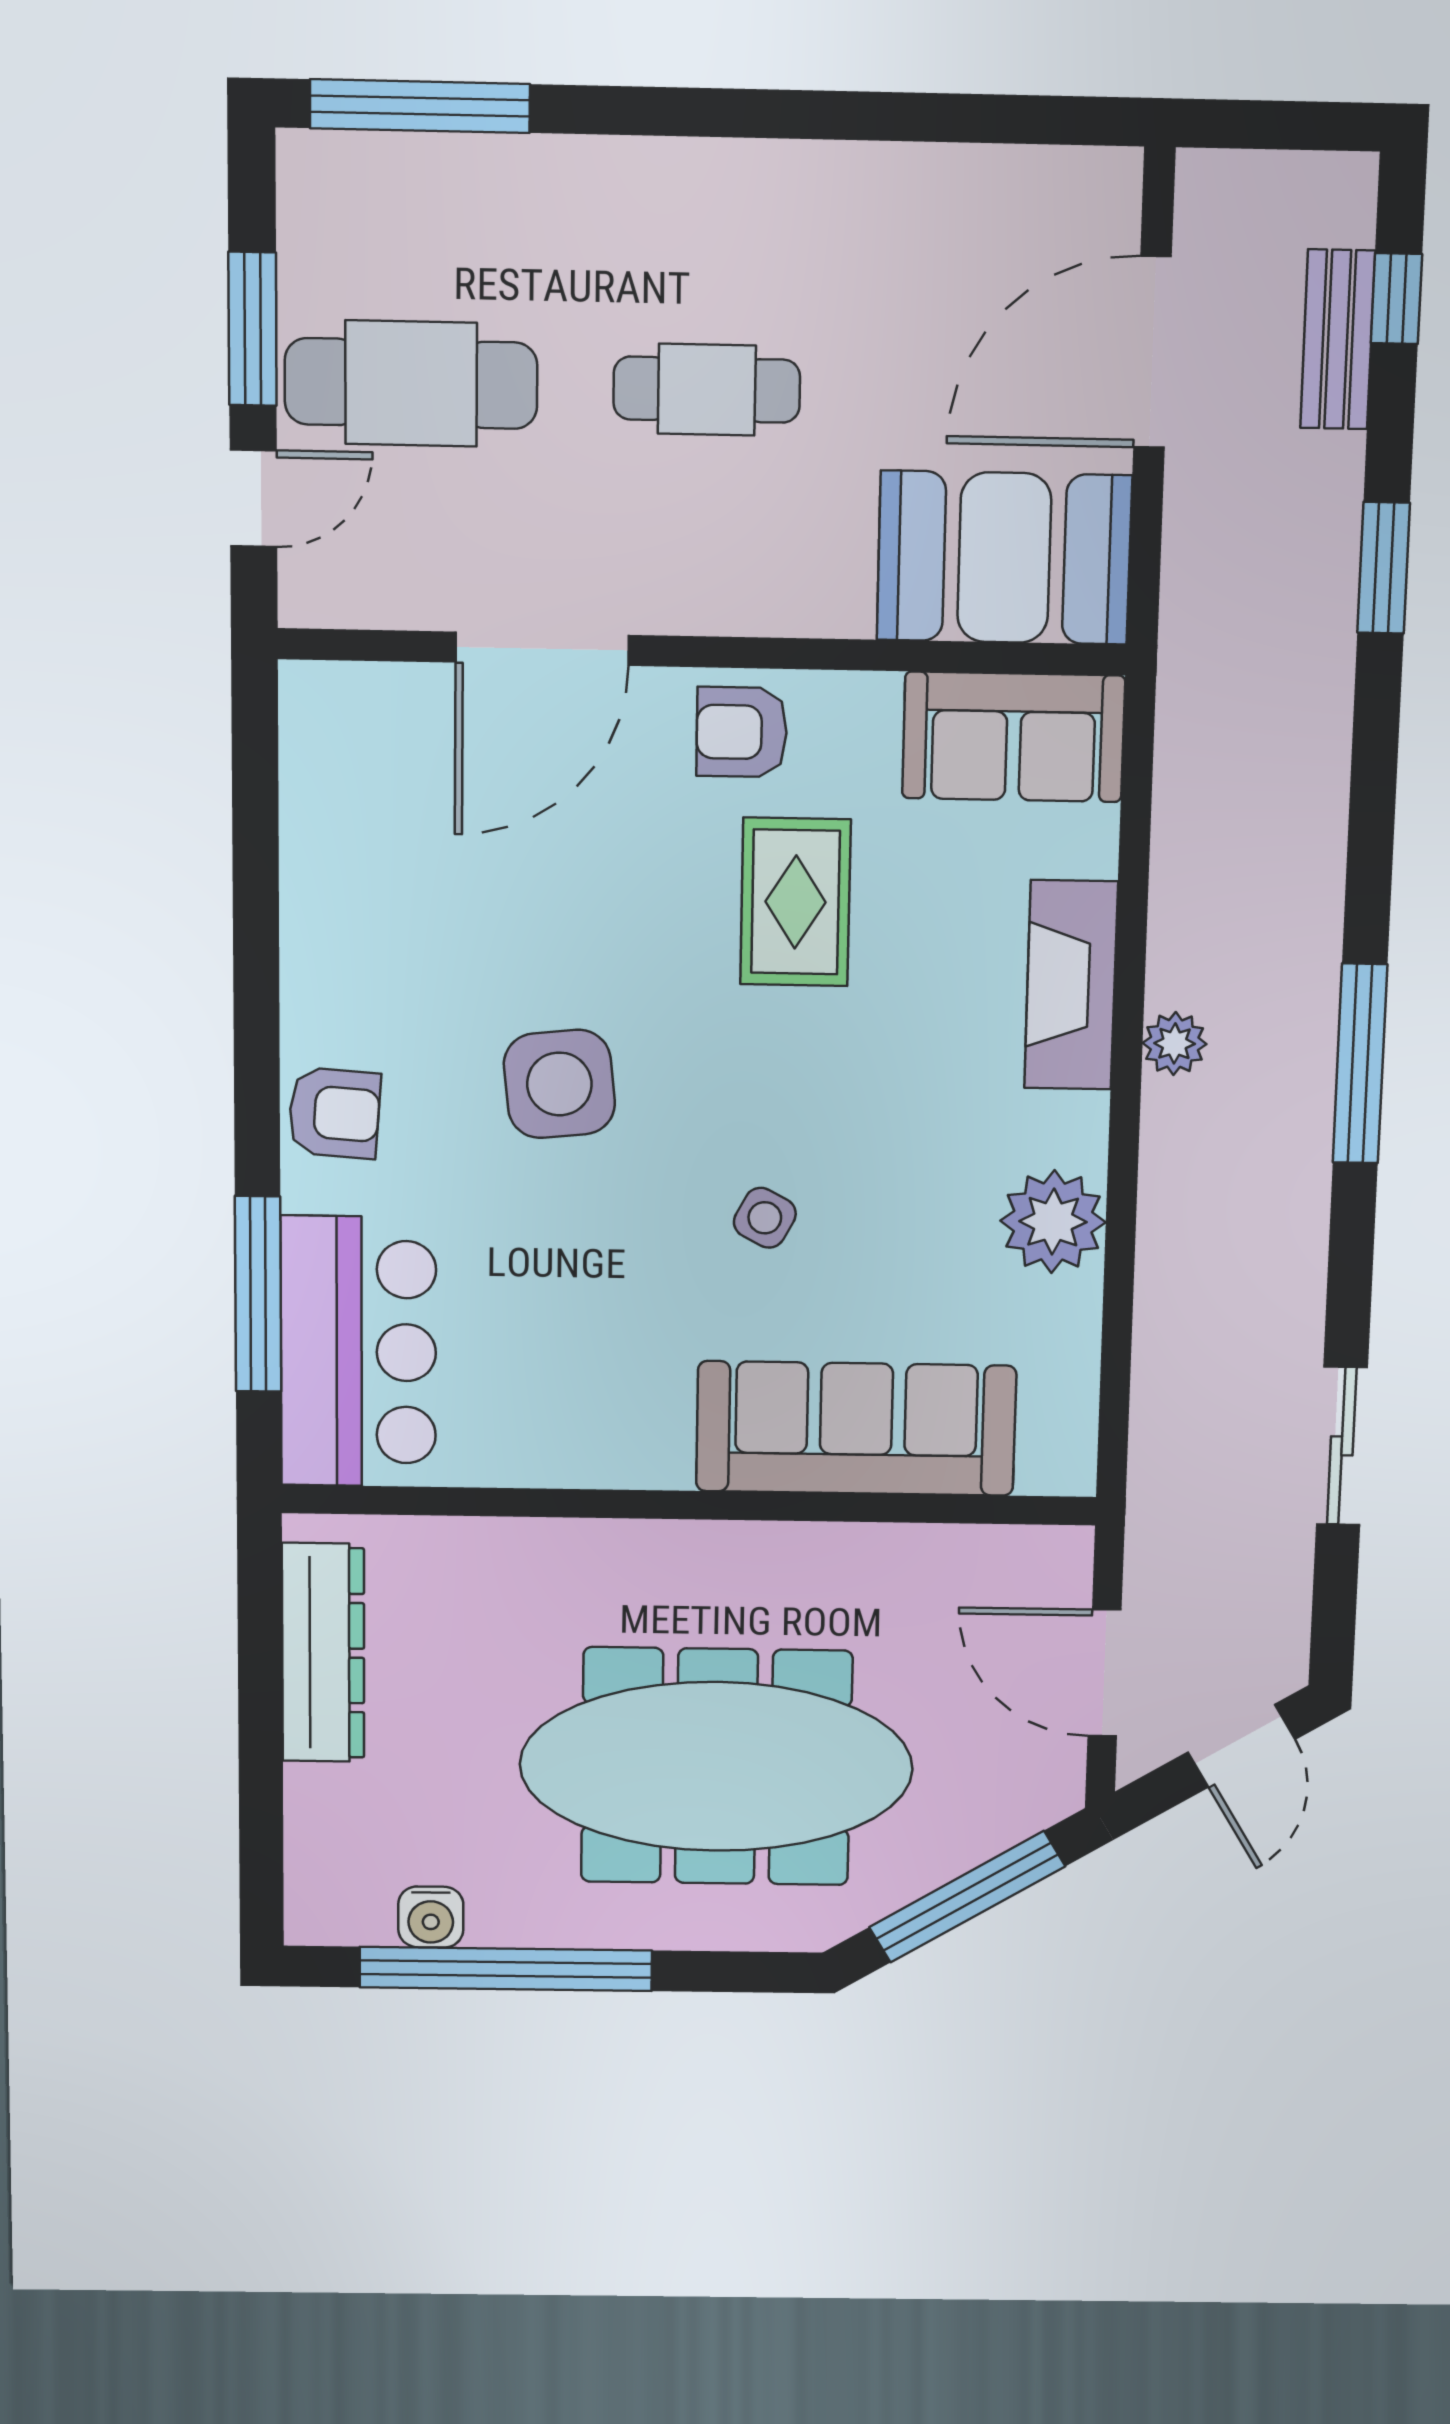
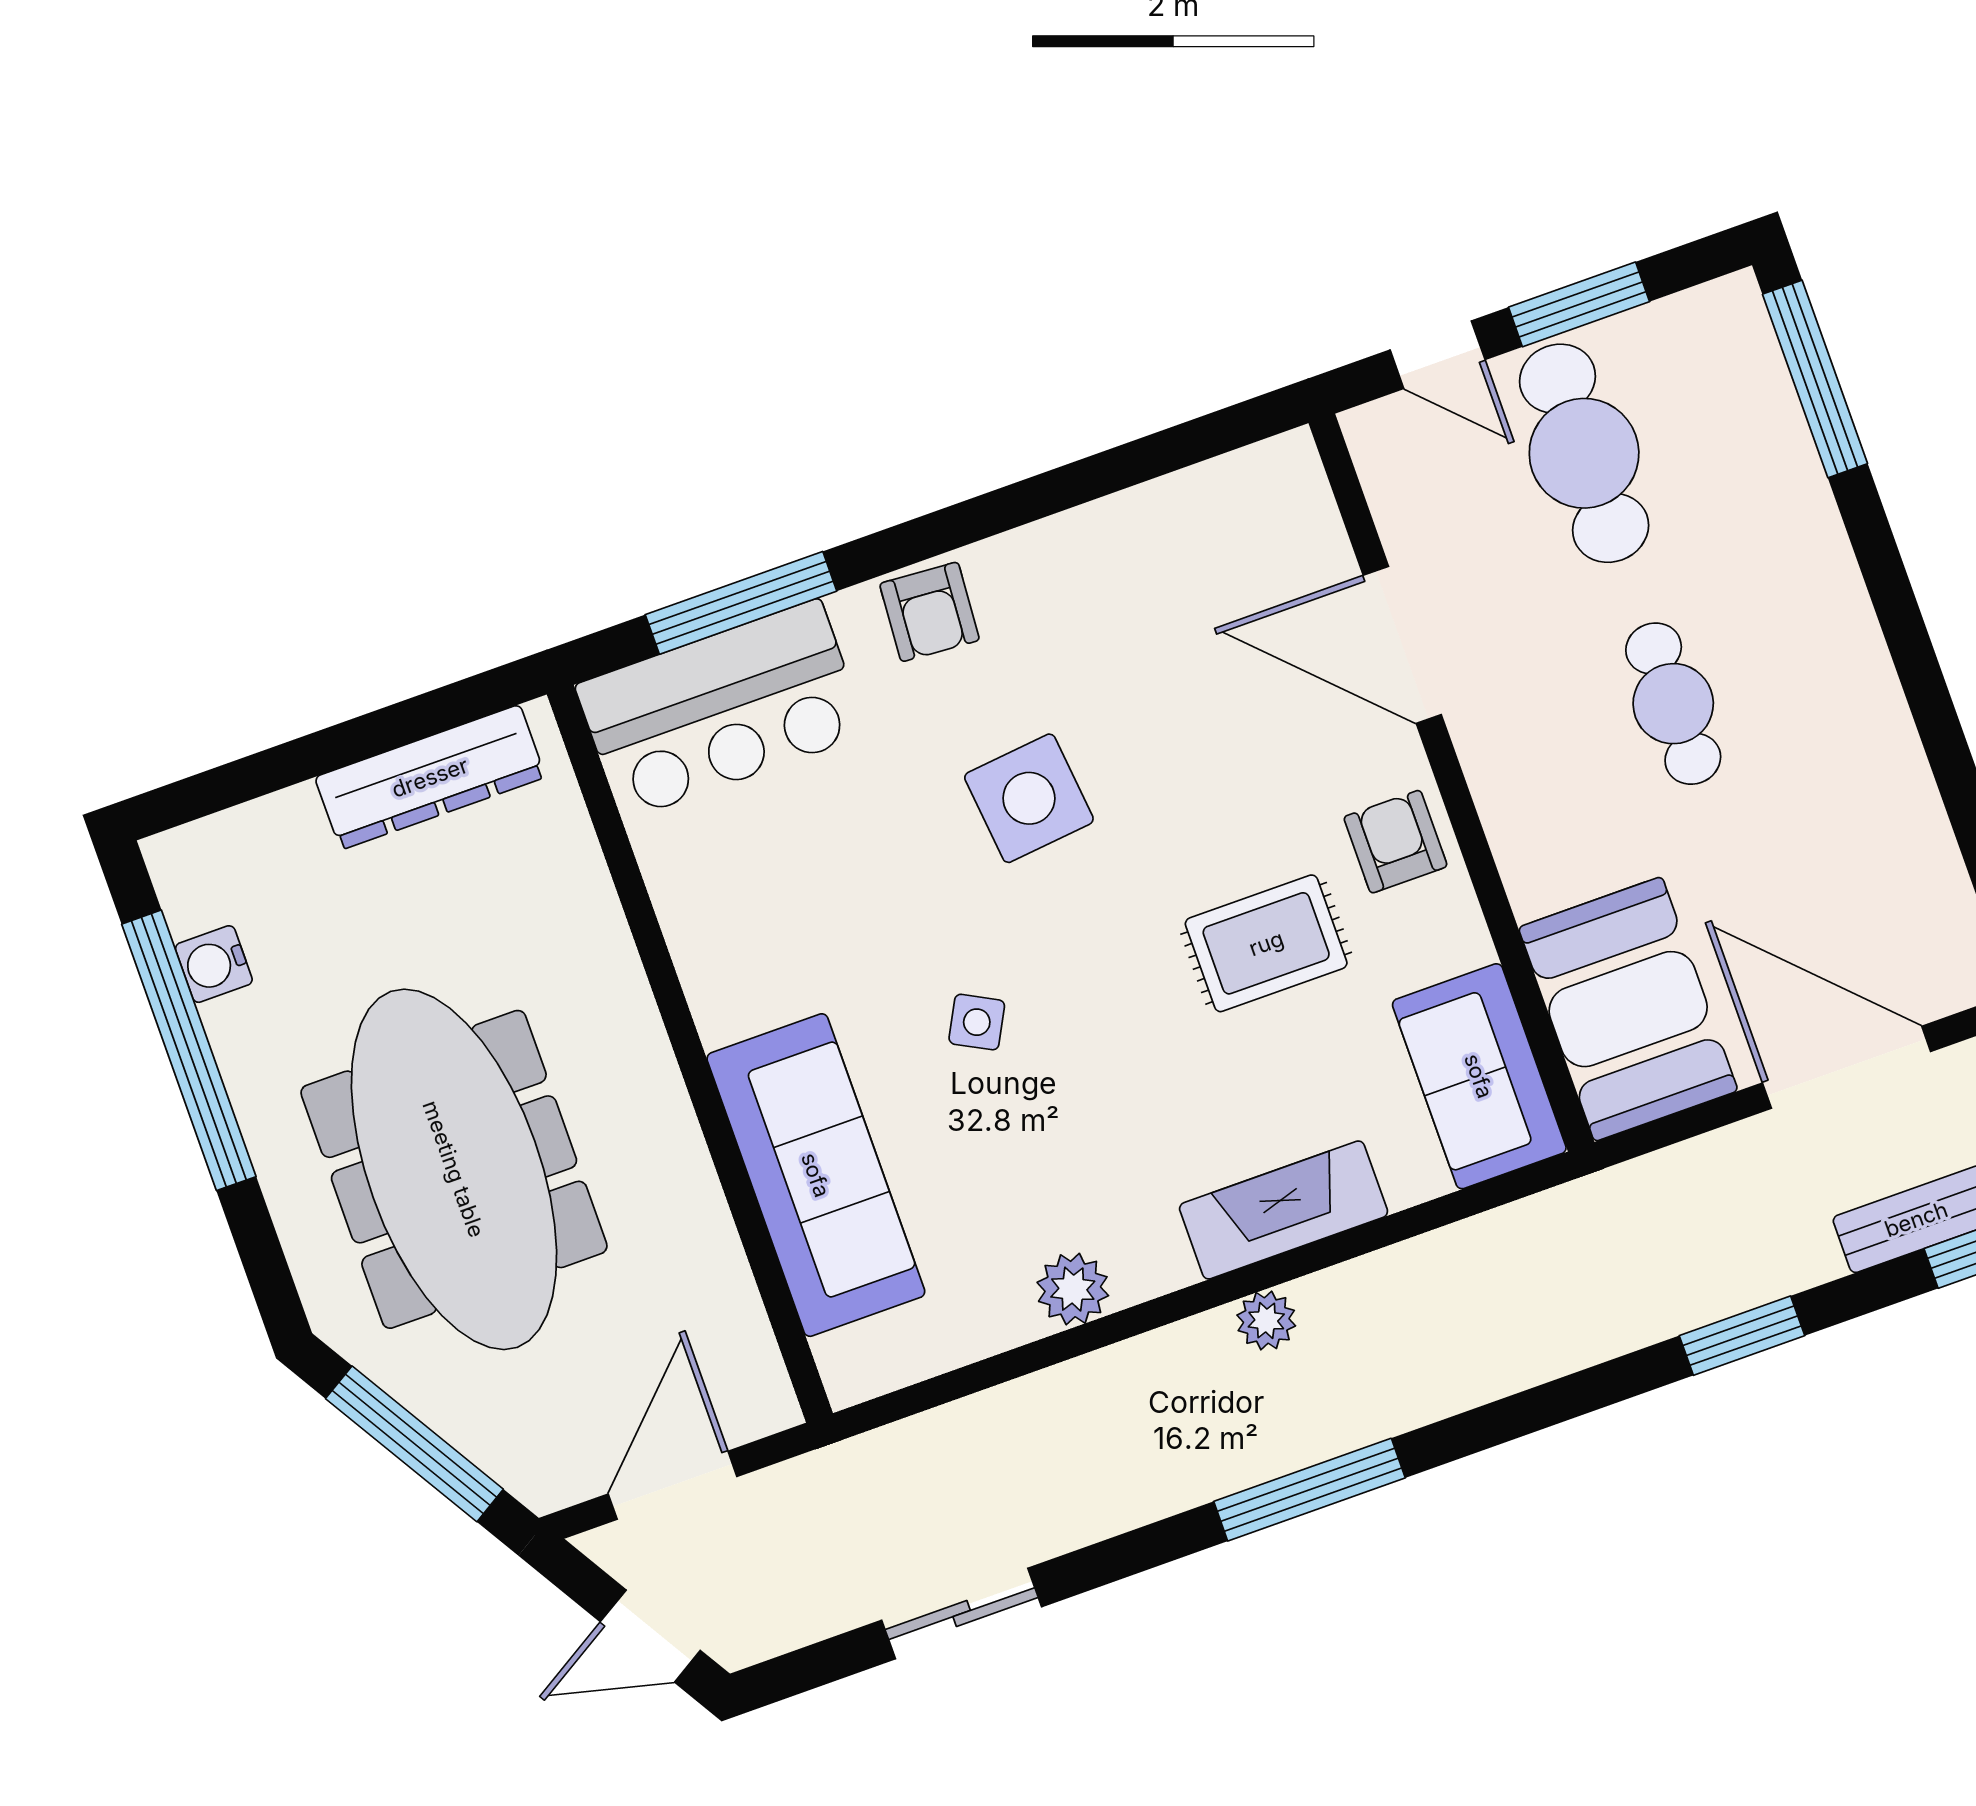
plant: (1053, 1222) -> (1073, 1289), width x0.73, depth x0.73

